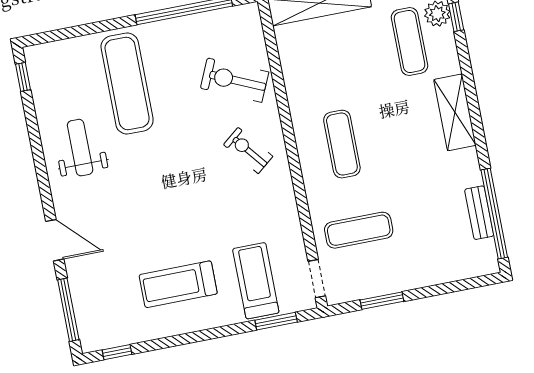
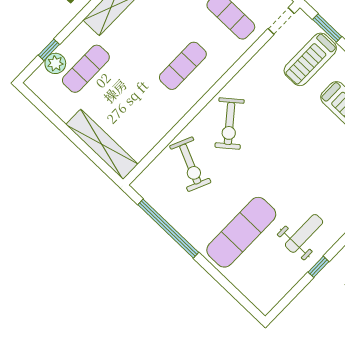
window: (23, 77) -> (318, 267), moved
weight bench: (80, 148) -> (304, 233), turned 180
exercise bike: (248, 150) -> (230, 123), width x1.38, depth x1.39

